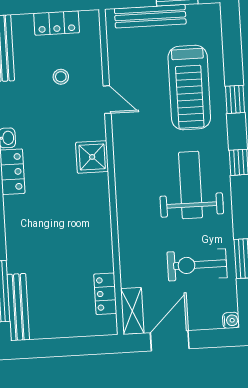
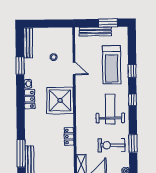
locker: (57, 23) -> (53, 33), removed
shower: (92, 157) -> (60, 100), width x1.86, depth x1.86
locker: (105, 294) -> (69, 136), moved

